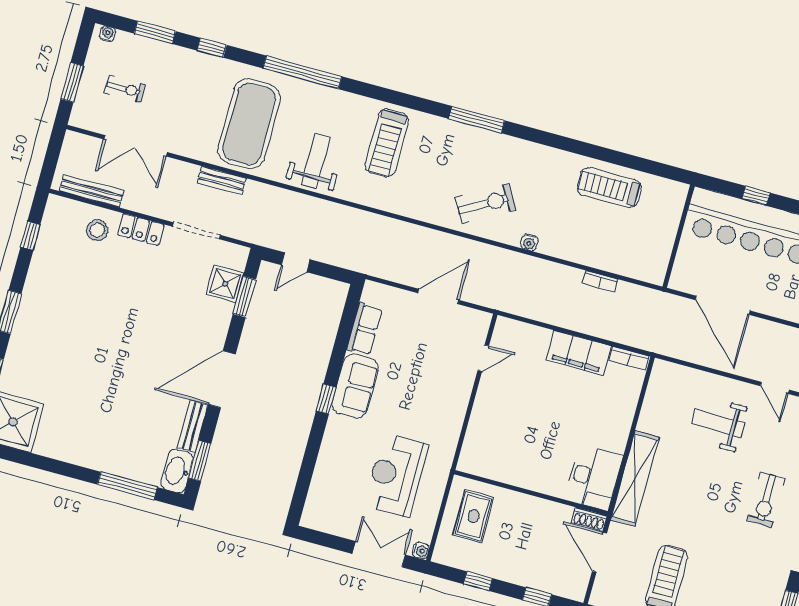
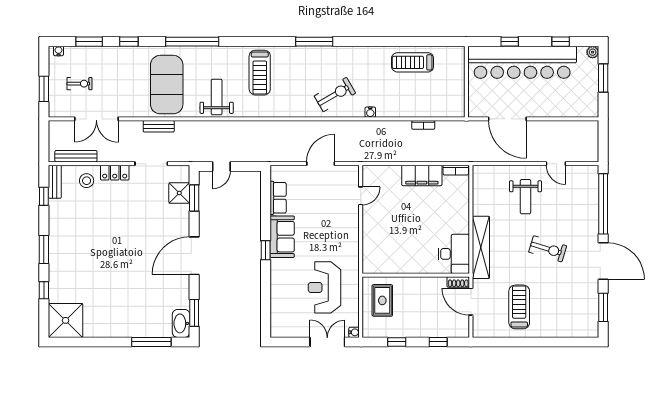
weight bench: (718, 423) -> (525, 197), turned -90
bench: (193, 426) -> (55, 182), moved
exercise bike: (766, 500) -> (548, 249), moved, turned -73

